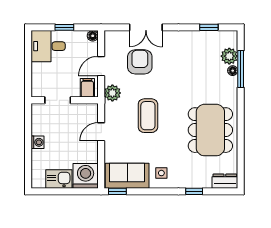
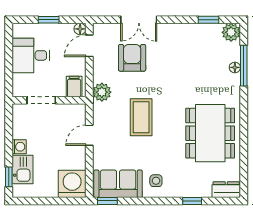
desk: (48, 46) -> (31, 55), moved
plant: (229, 56) -> (231, 32), moved
door: (101, 66) -> (89, 46), moved
window: (28, 170) -> (9, 177), added
kitchen sink: (59, 179) -> (22, 169), moved, turned 90

